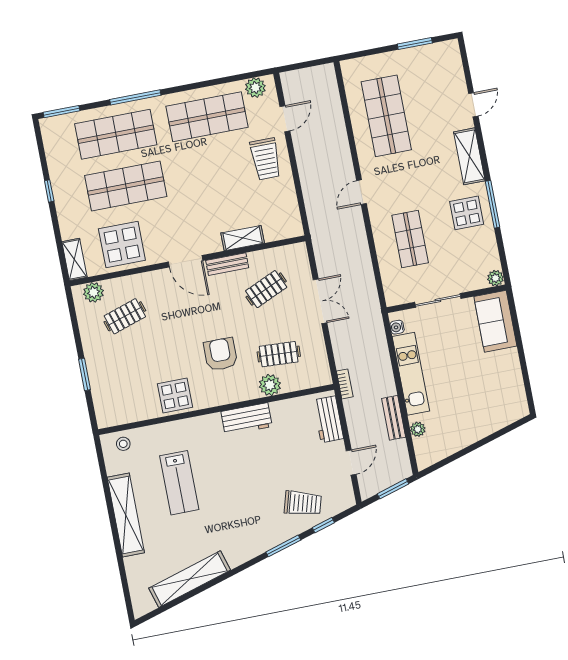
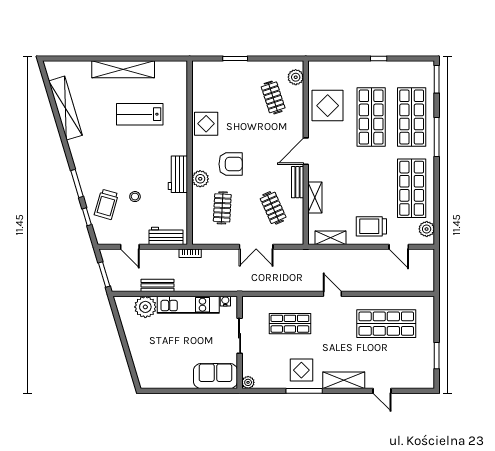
shelving: (74, 259) -> (330, 238), moved
plant: (270, 385) -> (200, 179), moved
plant: (418, 429) -> (145, 307), width x1.87, depth x1.87
stool: (123, 444) -> (135, 197), moved

